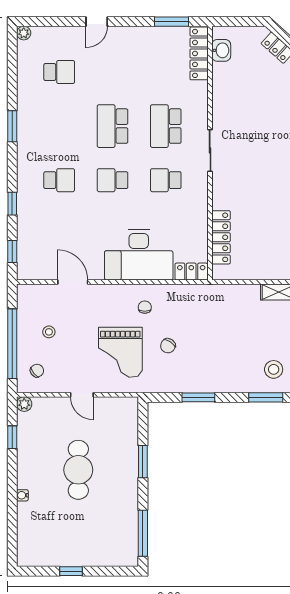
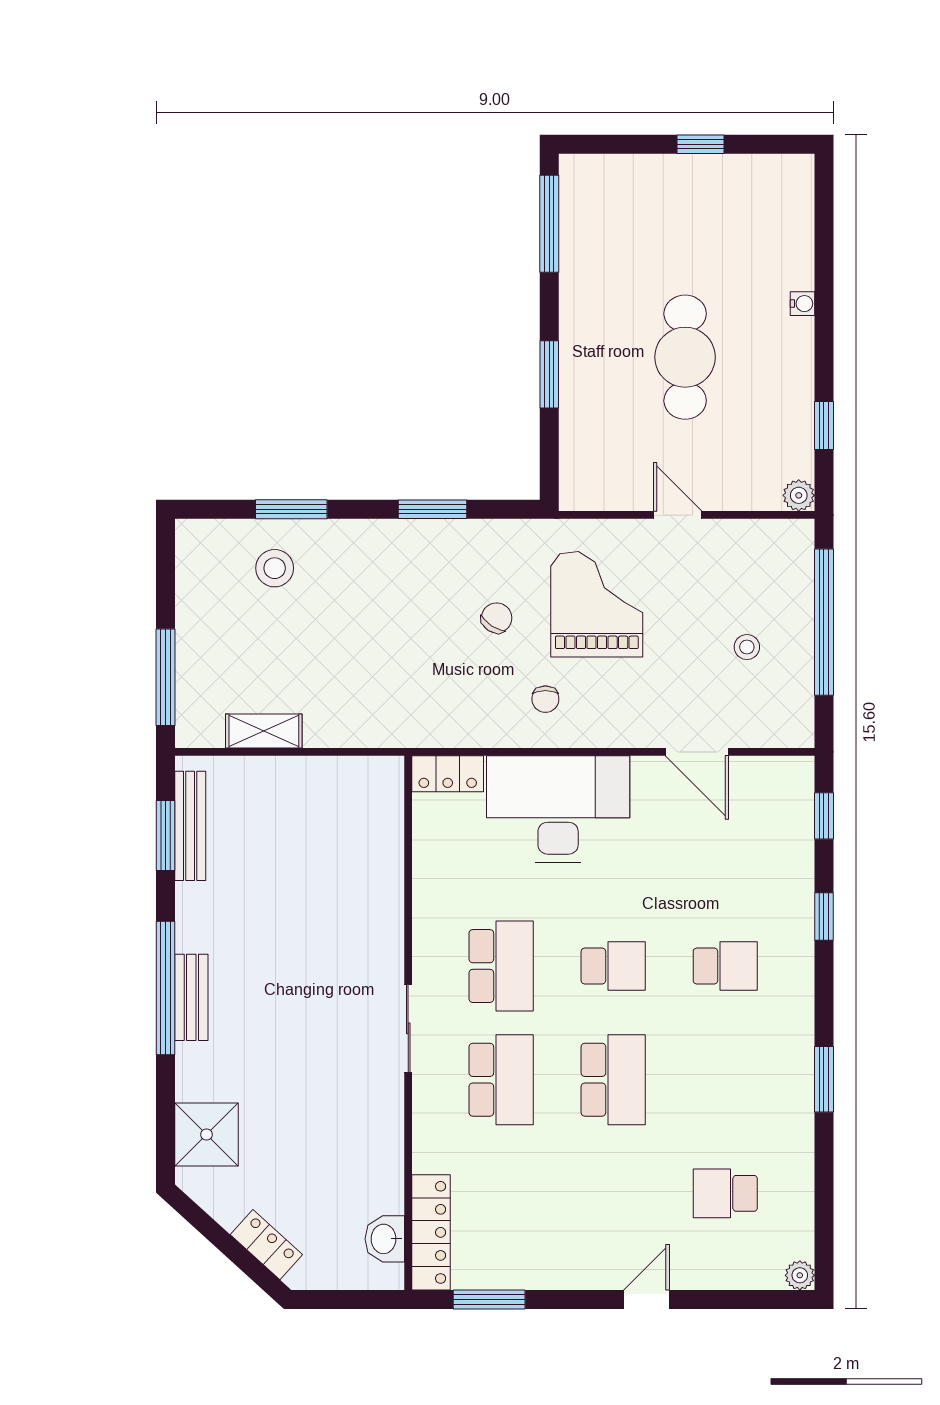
school desk: (59, 180) -> (725, 966), turned 180
school desk: (166, 180) -> (501, 966), width x1.85
locker: (221, 237) -> (385, 846), removed
chair: (37, 371) -> (772, 566), removed

